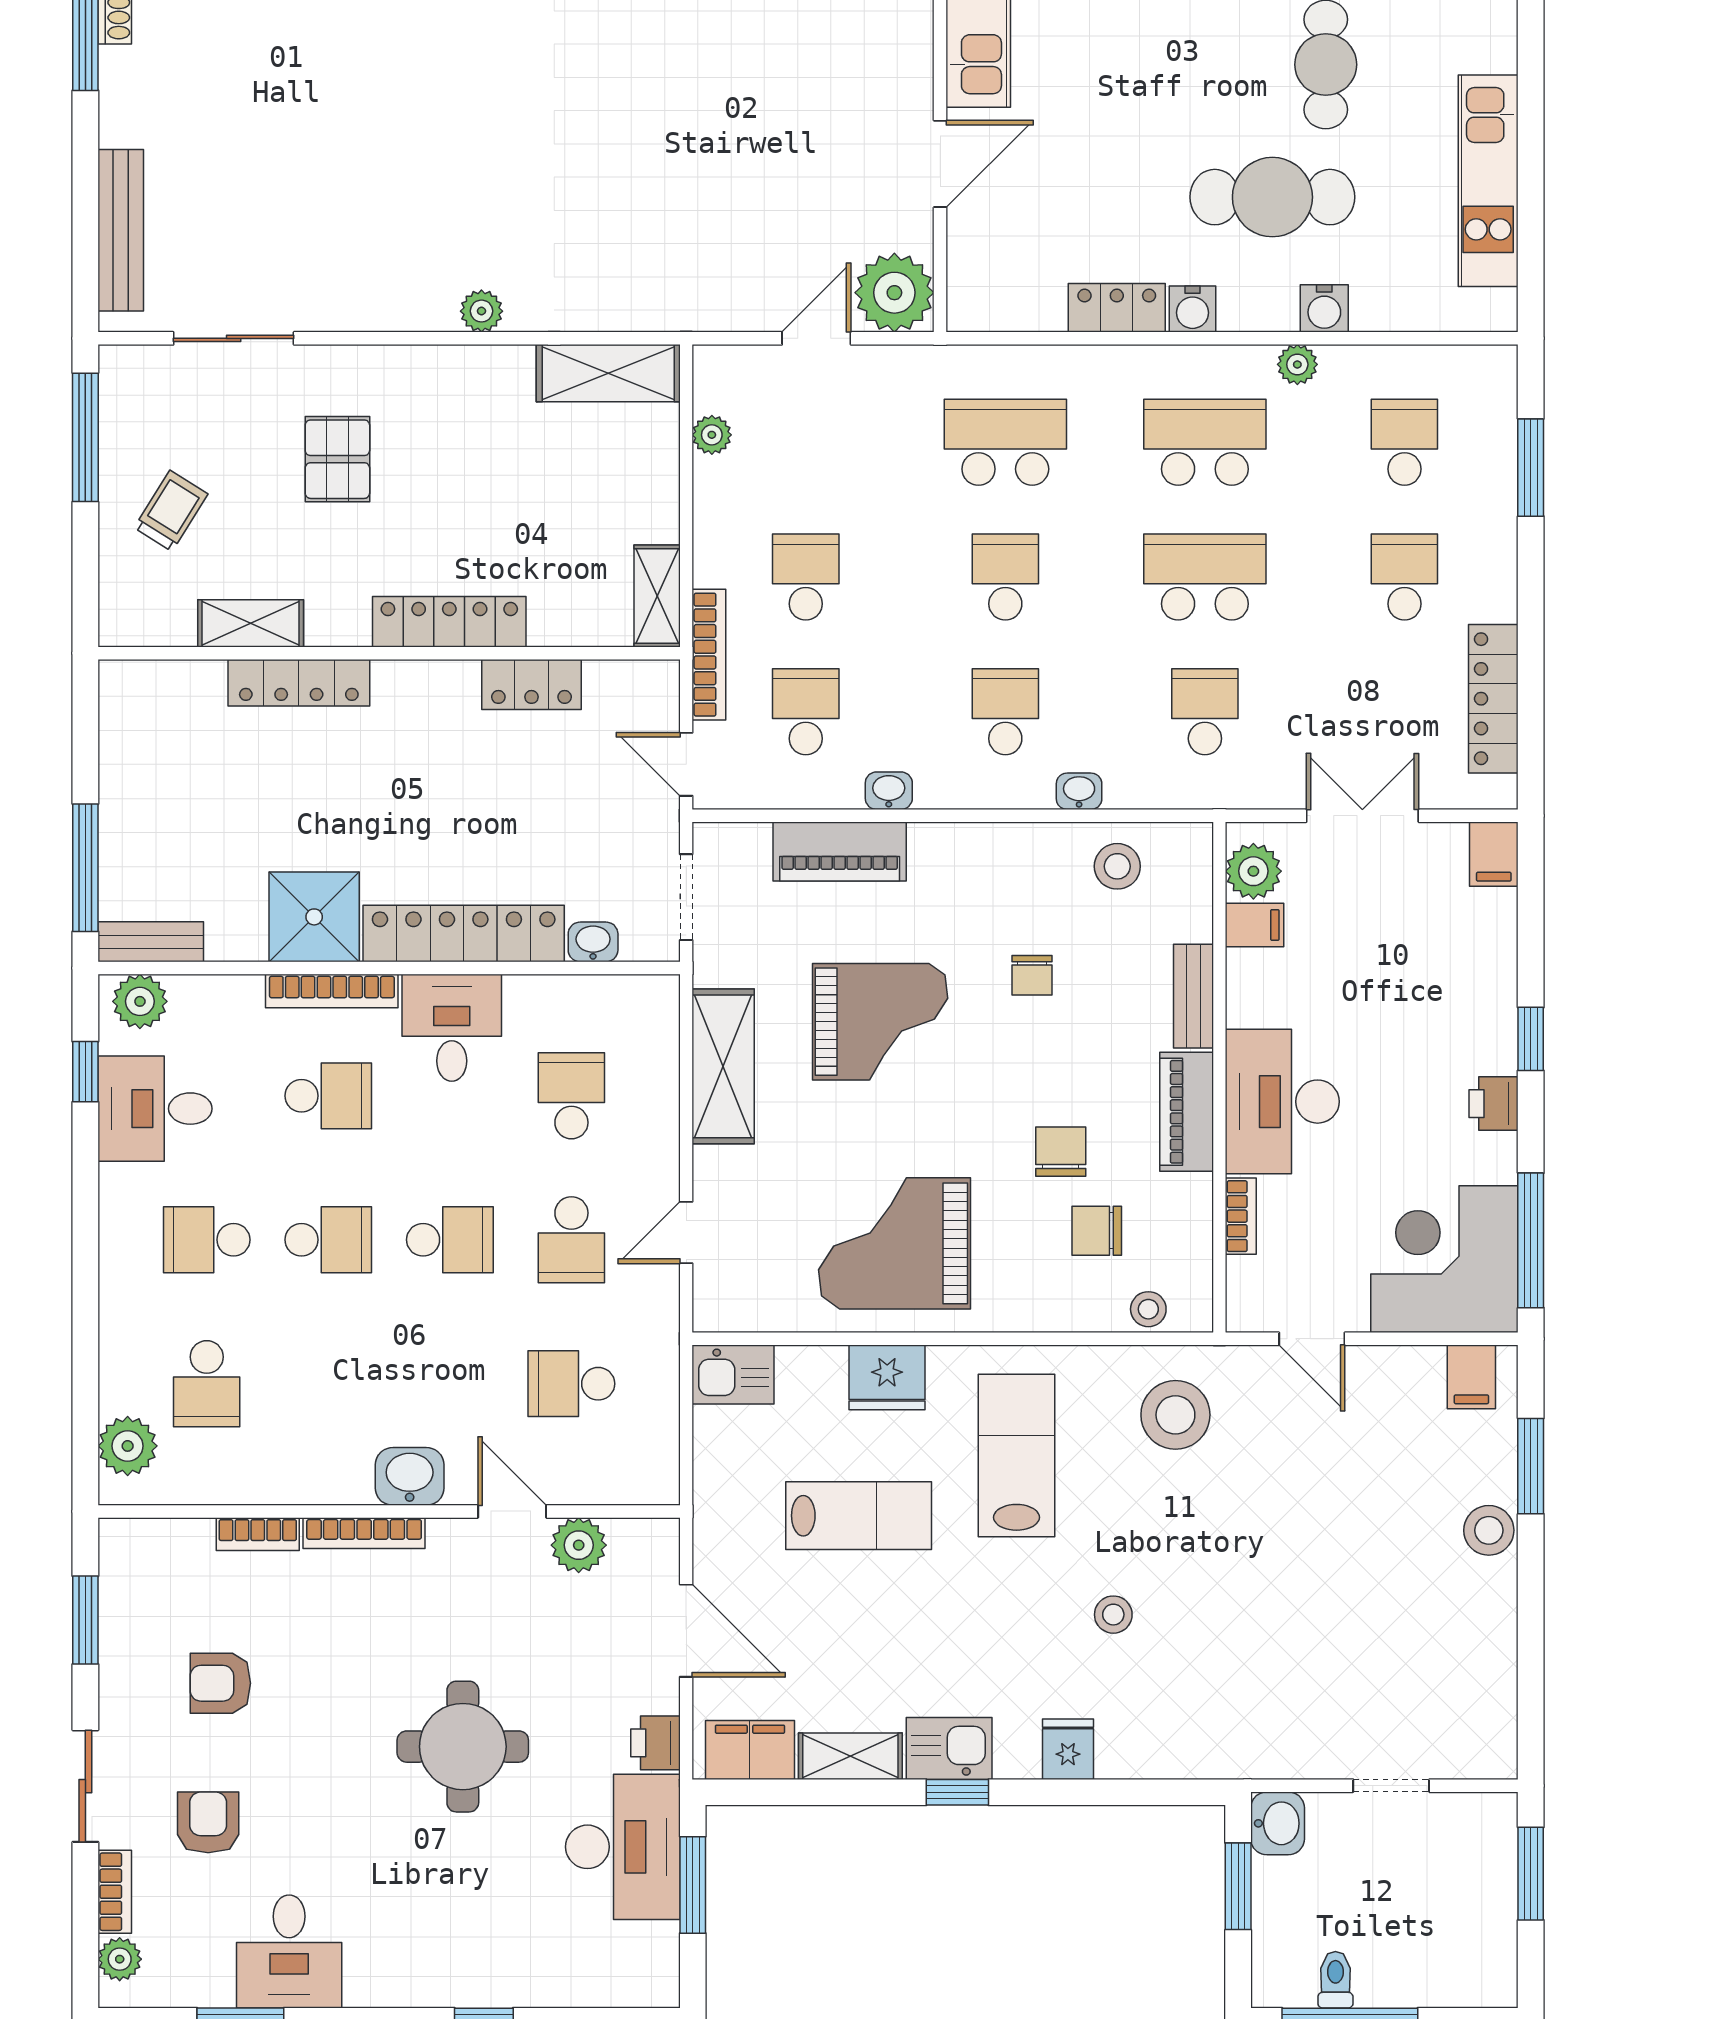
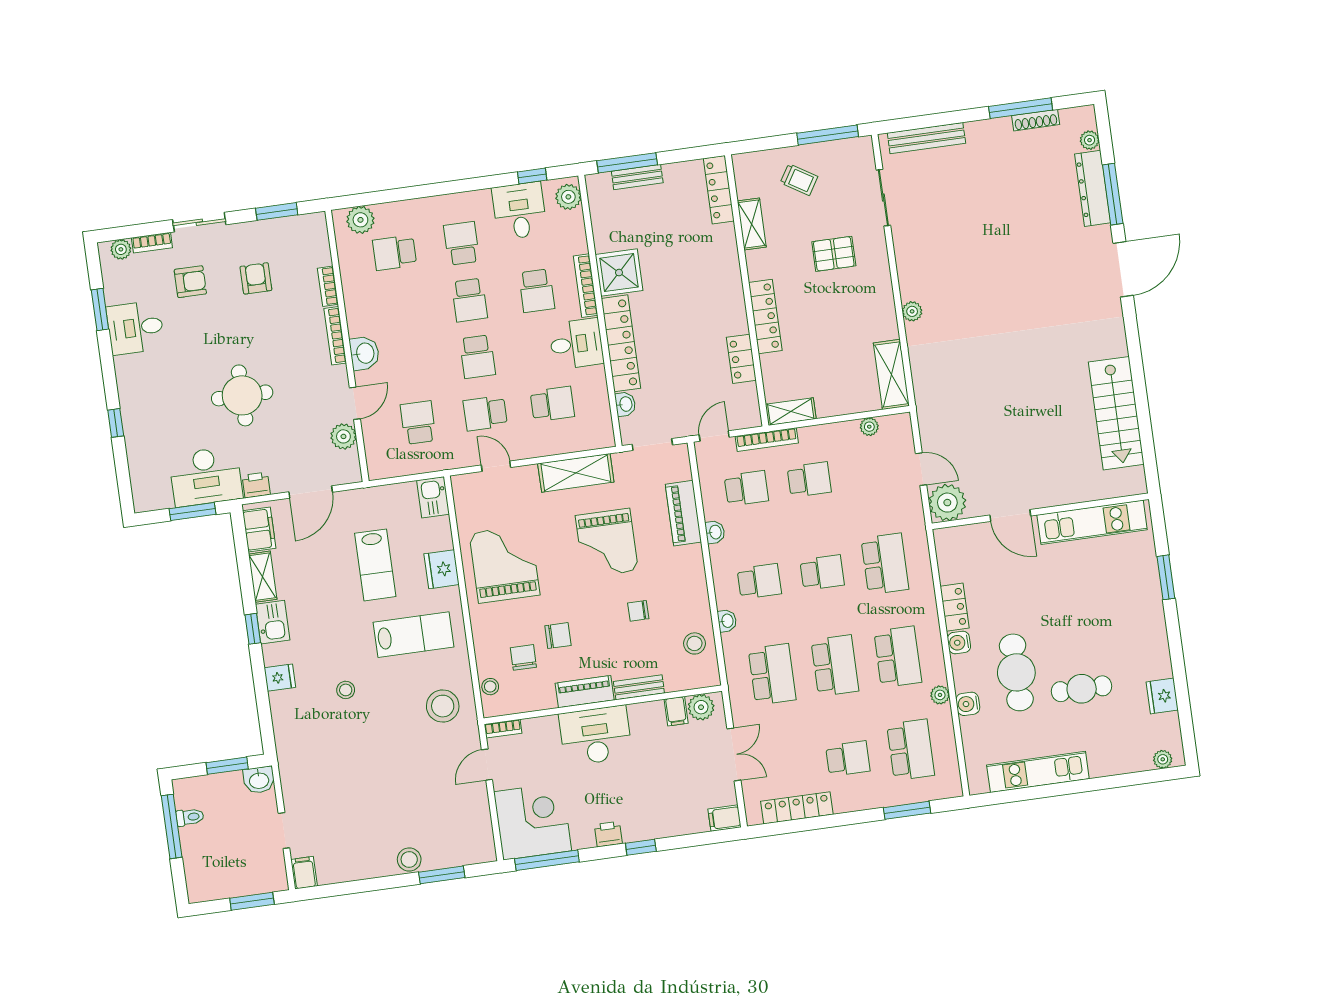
school desk: (1404, 442) -> (911, 750), width x1.85
locker: (299, 683) -> (719, 190), moved
school desk: (1205, 712) -> (772, 674), width x1.85
bench: (151, 942) -> (637, 177), moved, turned 90
bookcase: (1241, 1216) -> (503, 729), moved
filing cabinet: (1471, 1377) -> (304, 873), moved, turned 90

